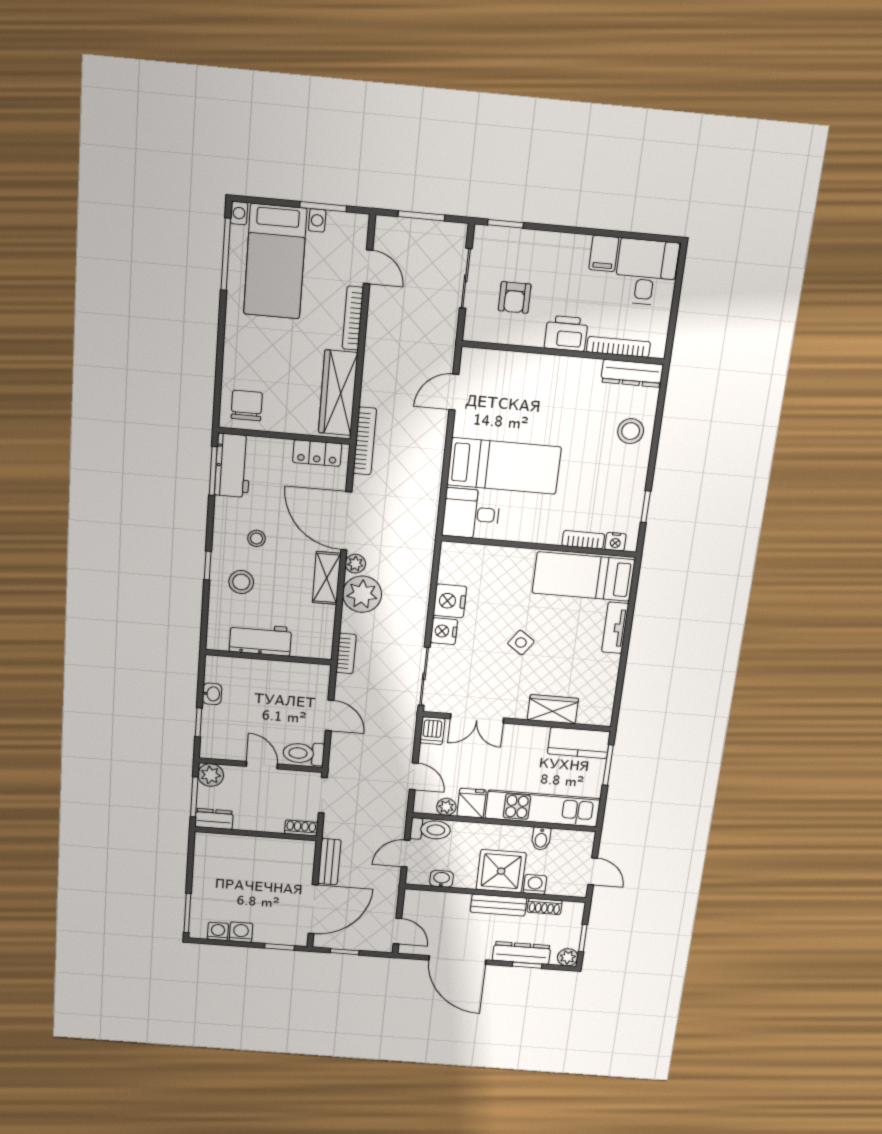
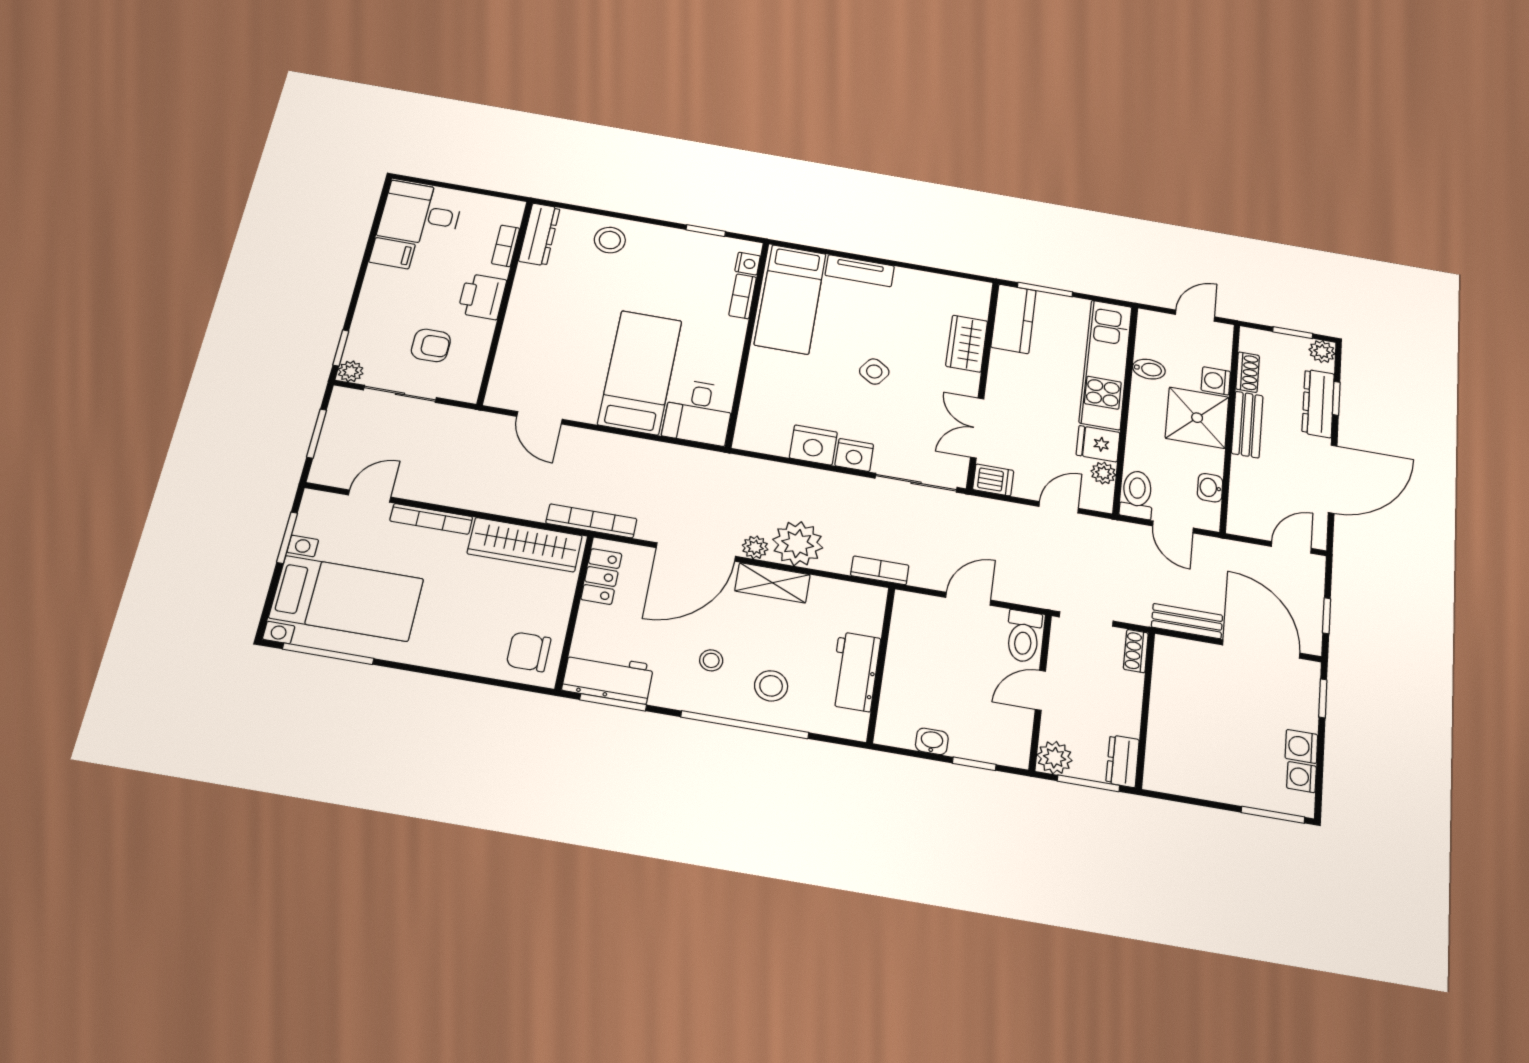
plant: (483, 235) -> (351, 371), added
bookcase: (618, 347) -> (506, 246), width x0.64
window: (208, 566) -> (745, 725), width x3.17
double door: (477, 718) -> (977, 428), swing flipped

